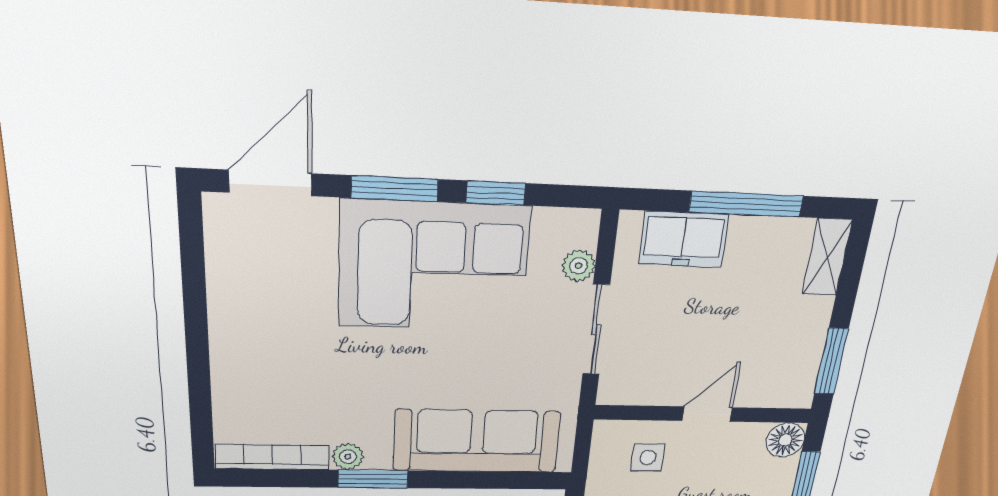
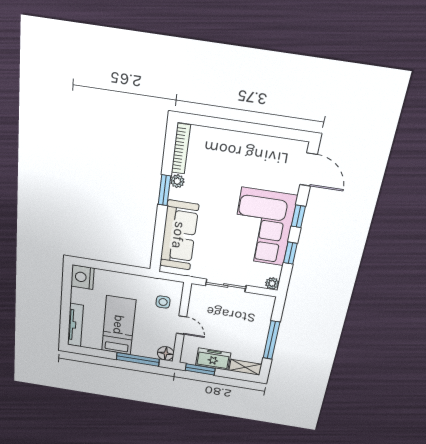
window: (395, 189) -> (298, 216), width x0.67
freezer: (684, 239) -> (213, 359), moved, turned 90
plant: (579, 266) -> (272, 283), moved

